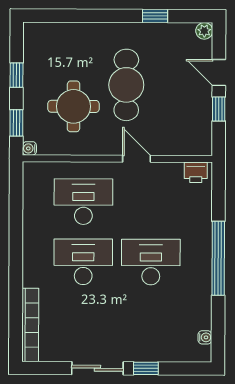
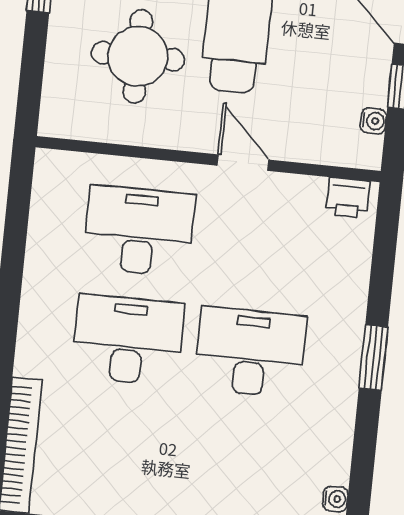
window: (16, 123) -> (31, 76), removed
water cooler: (29, 148) -> (373, 121), moved, turned 180
window: (218, 258) -> (373, 358), width x0.47

